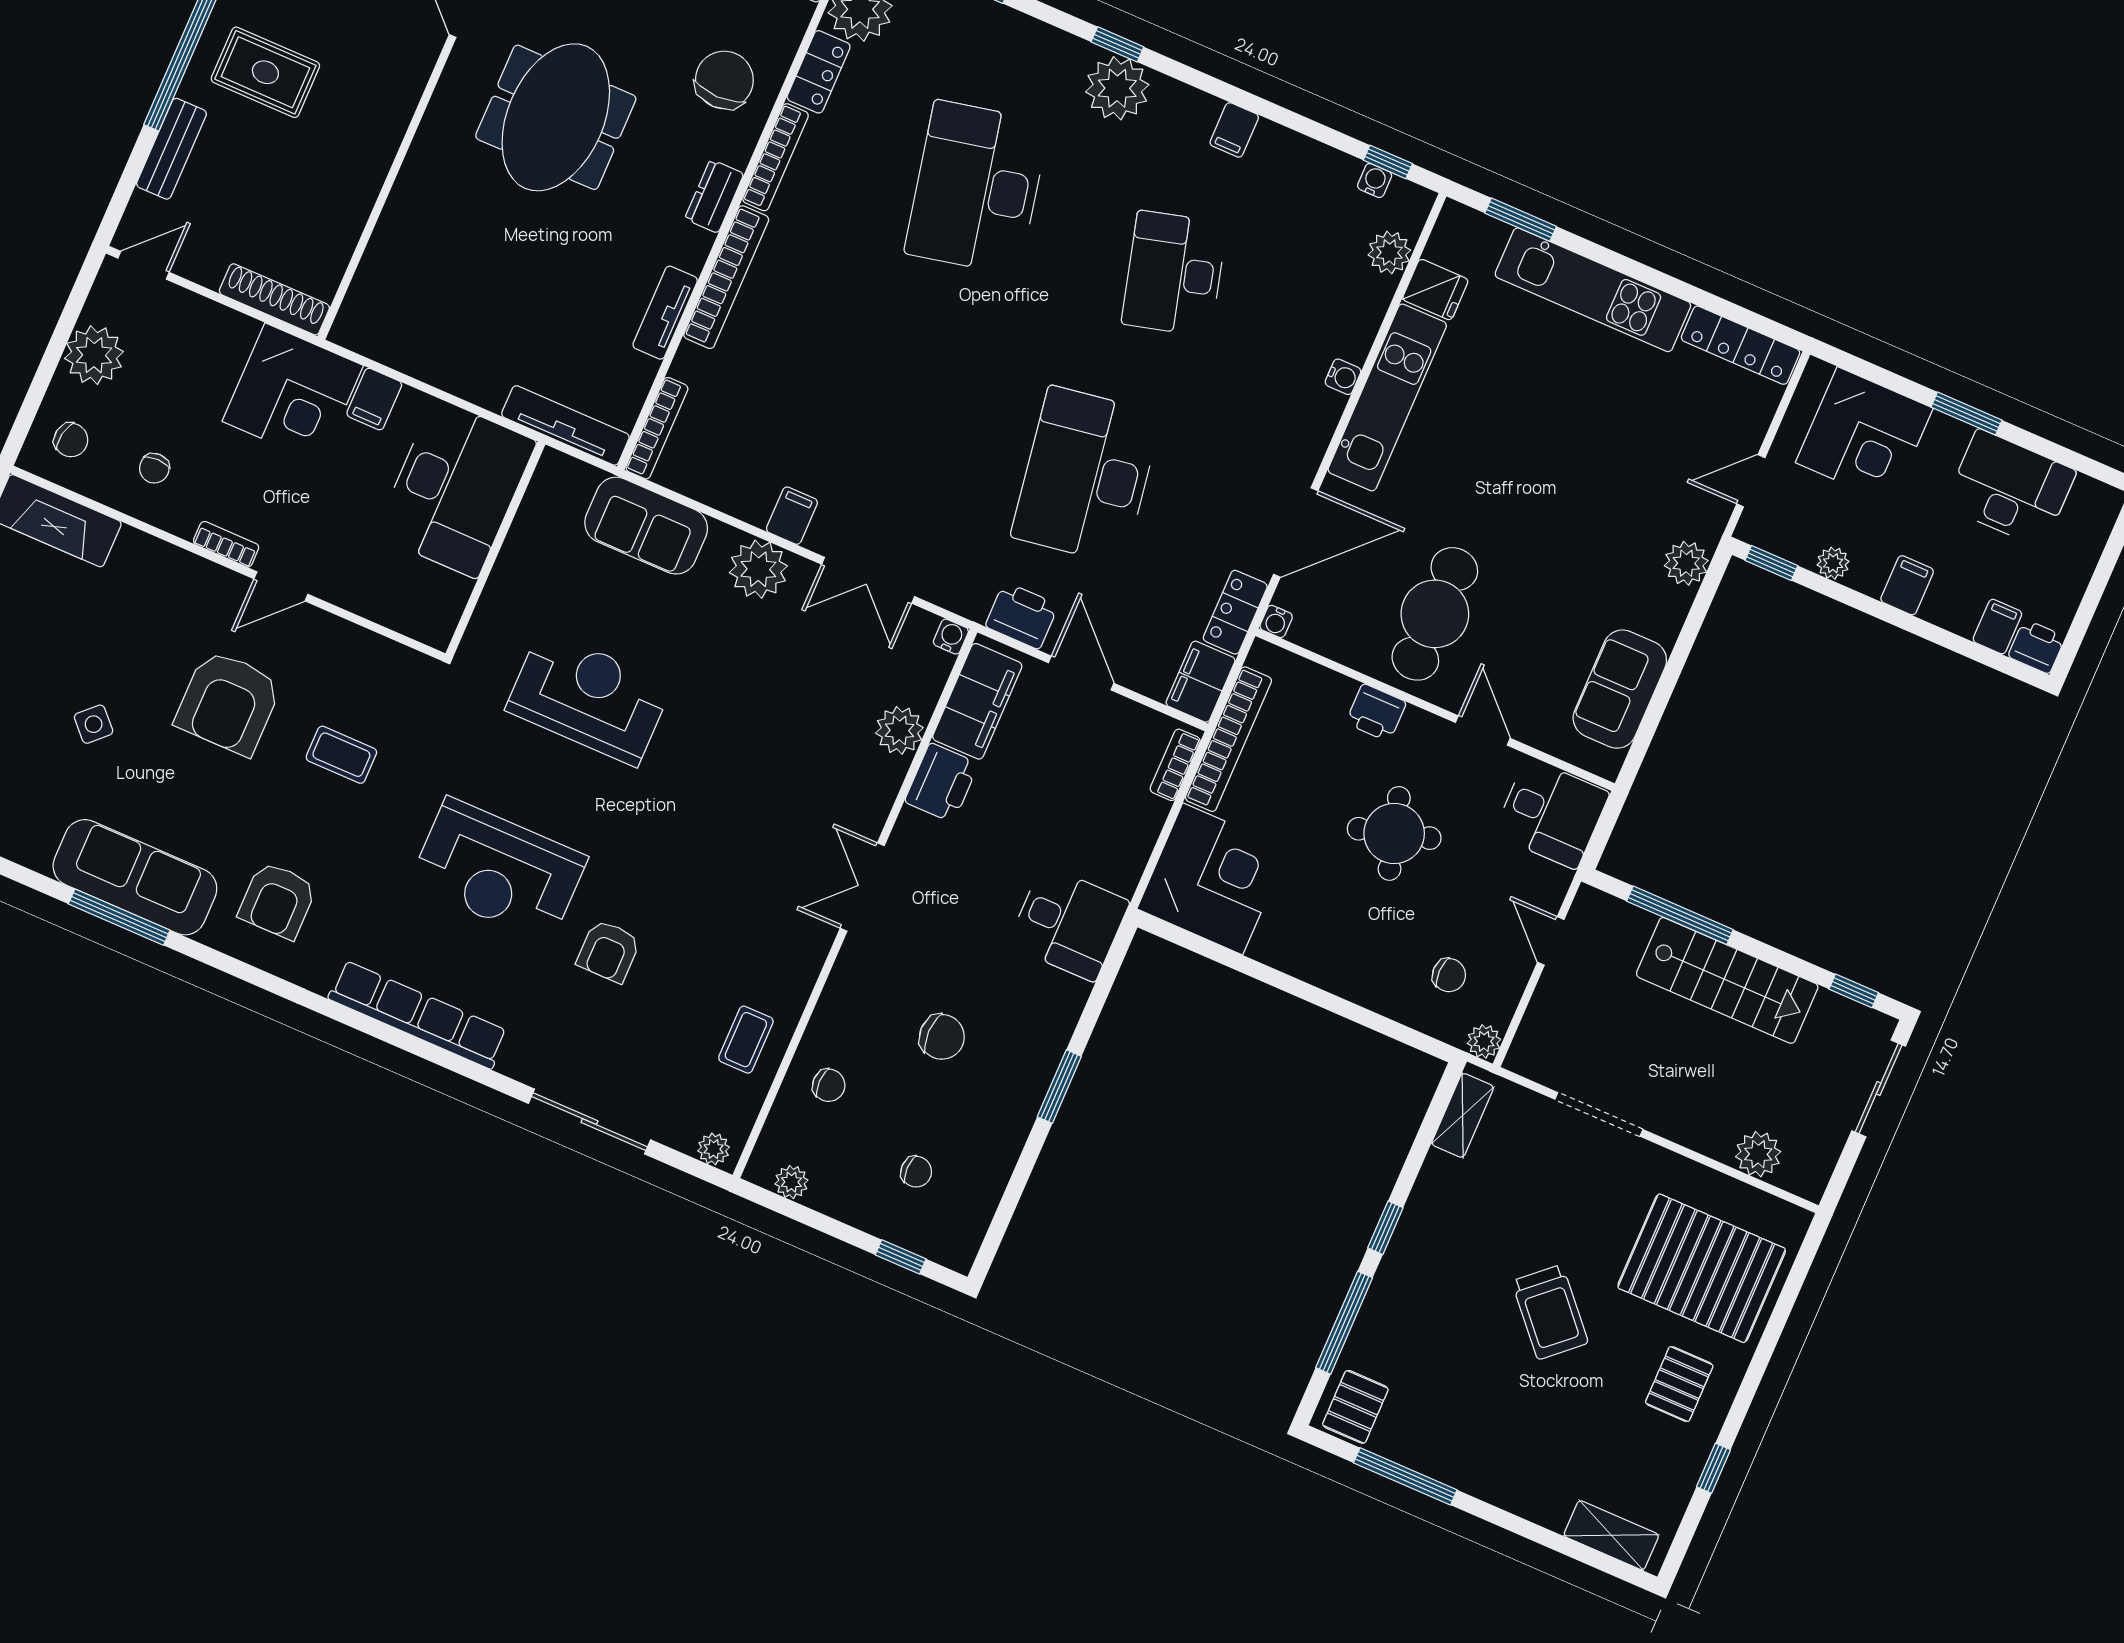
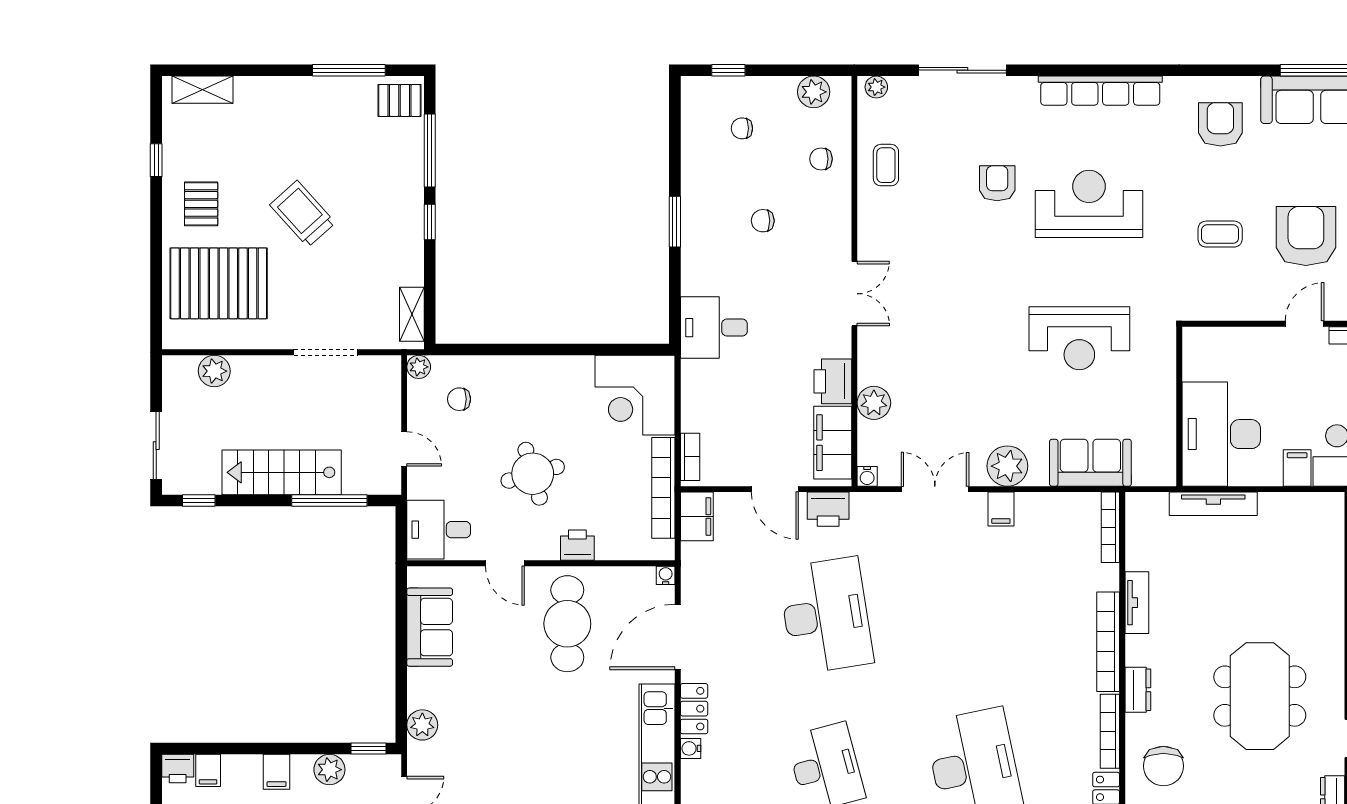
tv unit: (565, 425) -> (1213, 504), moved
plant: (1833, 563) -> (329, 770), width x1.38, depth x1.38
locker: (1235, 612) -> (694, 709), moved
chair: (942, 1037) -> (763, 221), width x0.73, depth x0.73
plant: (791, 1182) -> (814, 92), width x1.38, depth x1.38
pallet: (1355, 1407) -> (400, 100), turned 90

